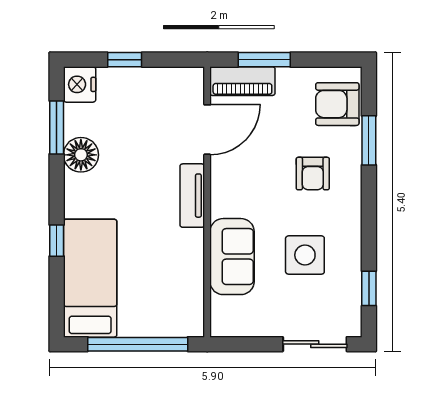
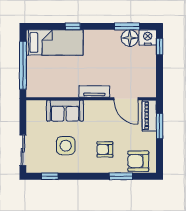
window: (125, 60) -> (160, 47), moved
armchair: (337, 104) -> (138, 161), turned -90
floor lamp: (81, 155) -> (130, 38), moved

